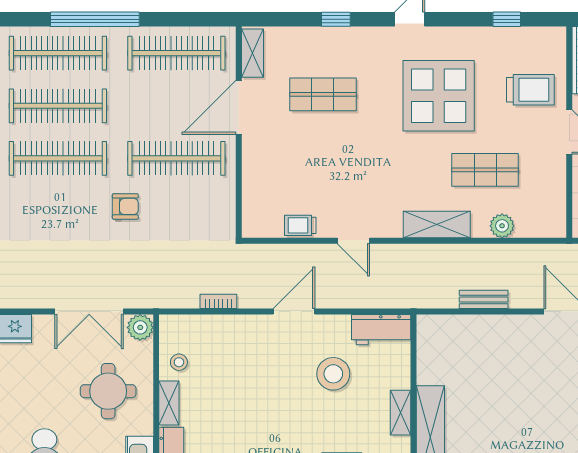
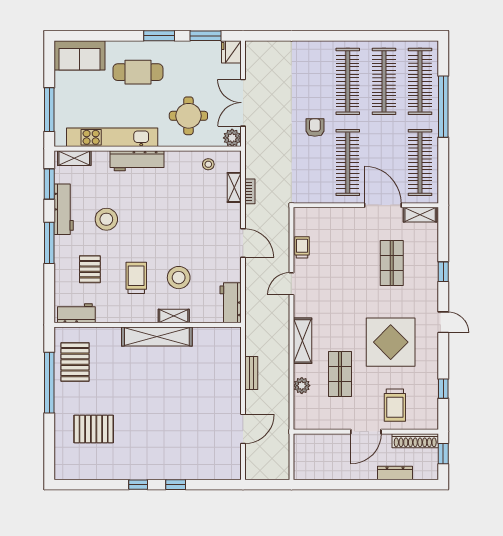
armchair: (125, 206) -> (315, 128), turned 180
stool: (333, 374) -> (179, 278), moved
shelving: (169, 403) -> (234, 187), moved, turned 90

